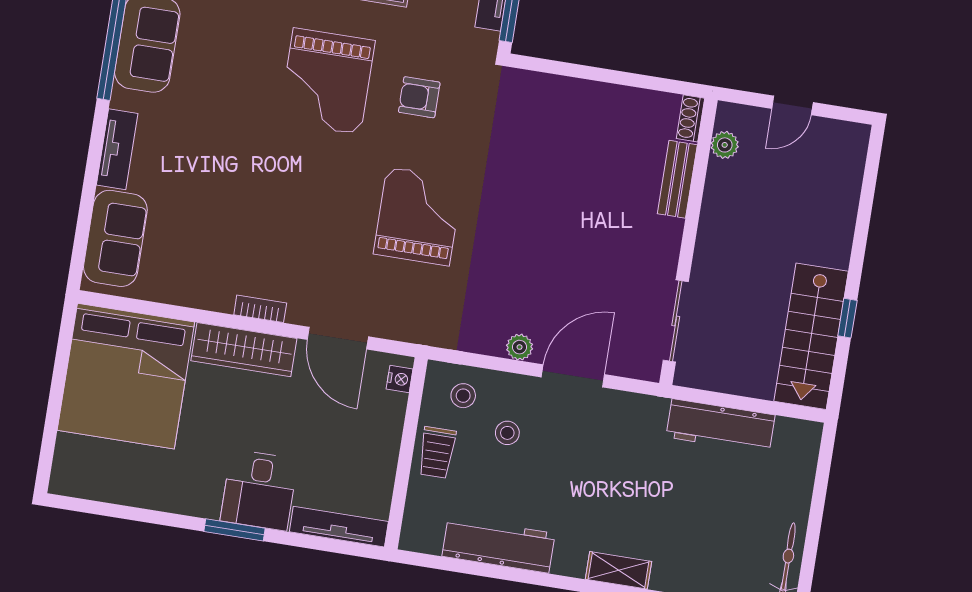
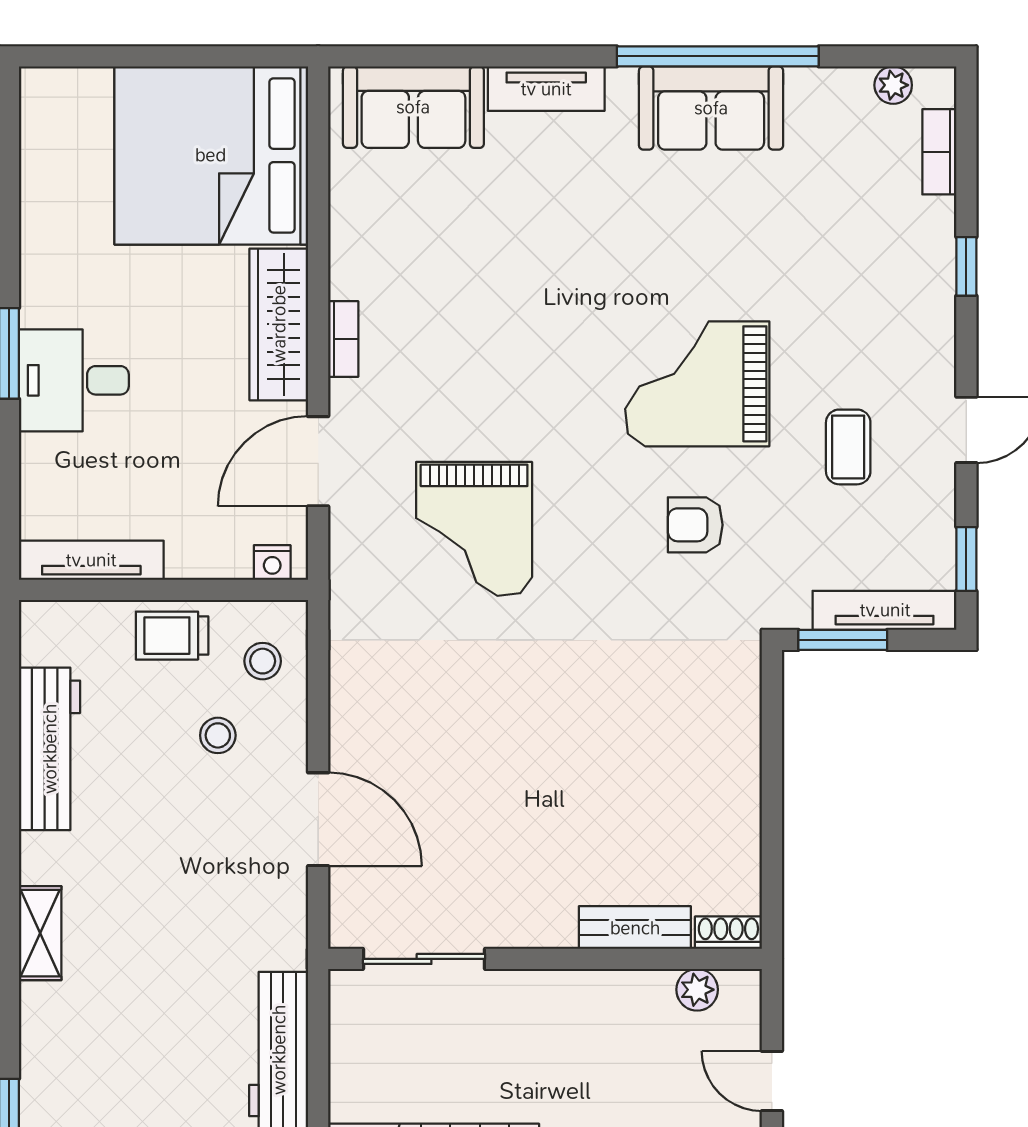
armchair: (419, 97) -> (695, 525), turned -90
grand piano: (418, 216) -> (474, 529), moved, turned 90
plant: (520, 347) -> (348, 733), removed
tv unit: (339, 527) -> (91, 560), moved, turned -90

